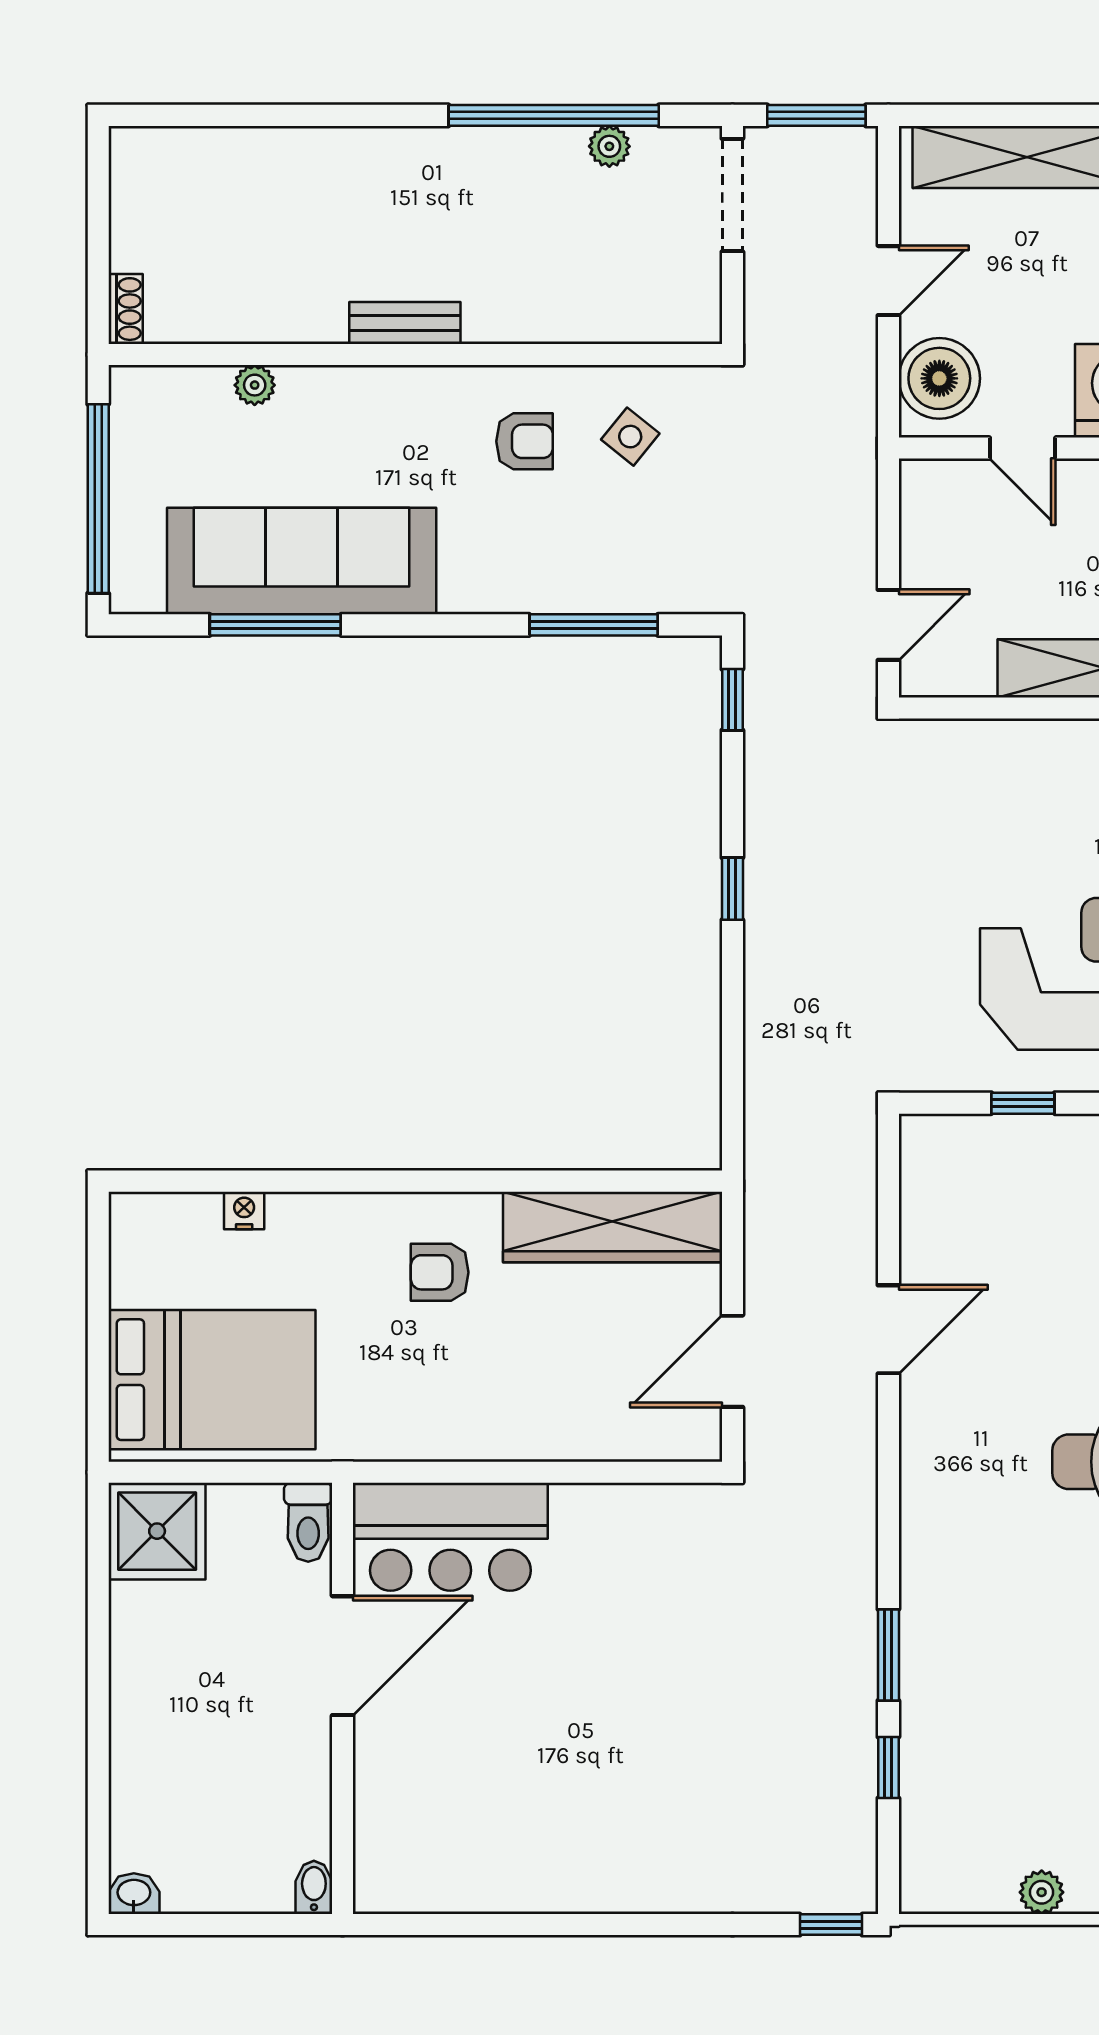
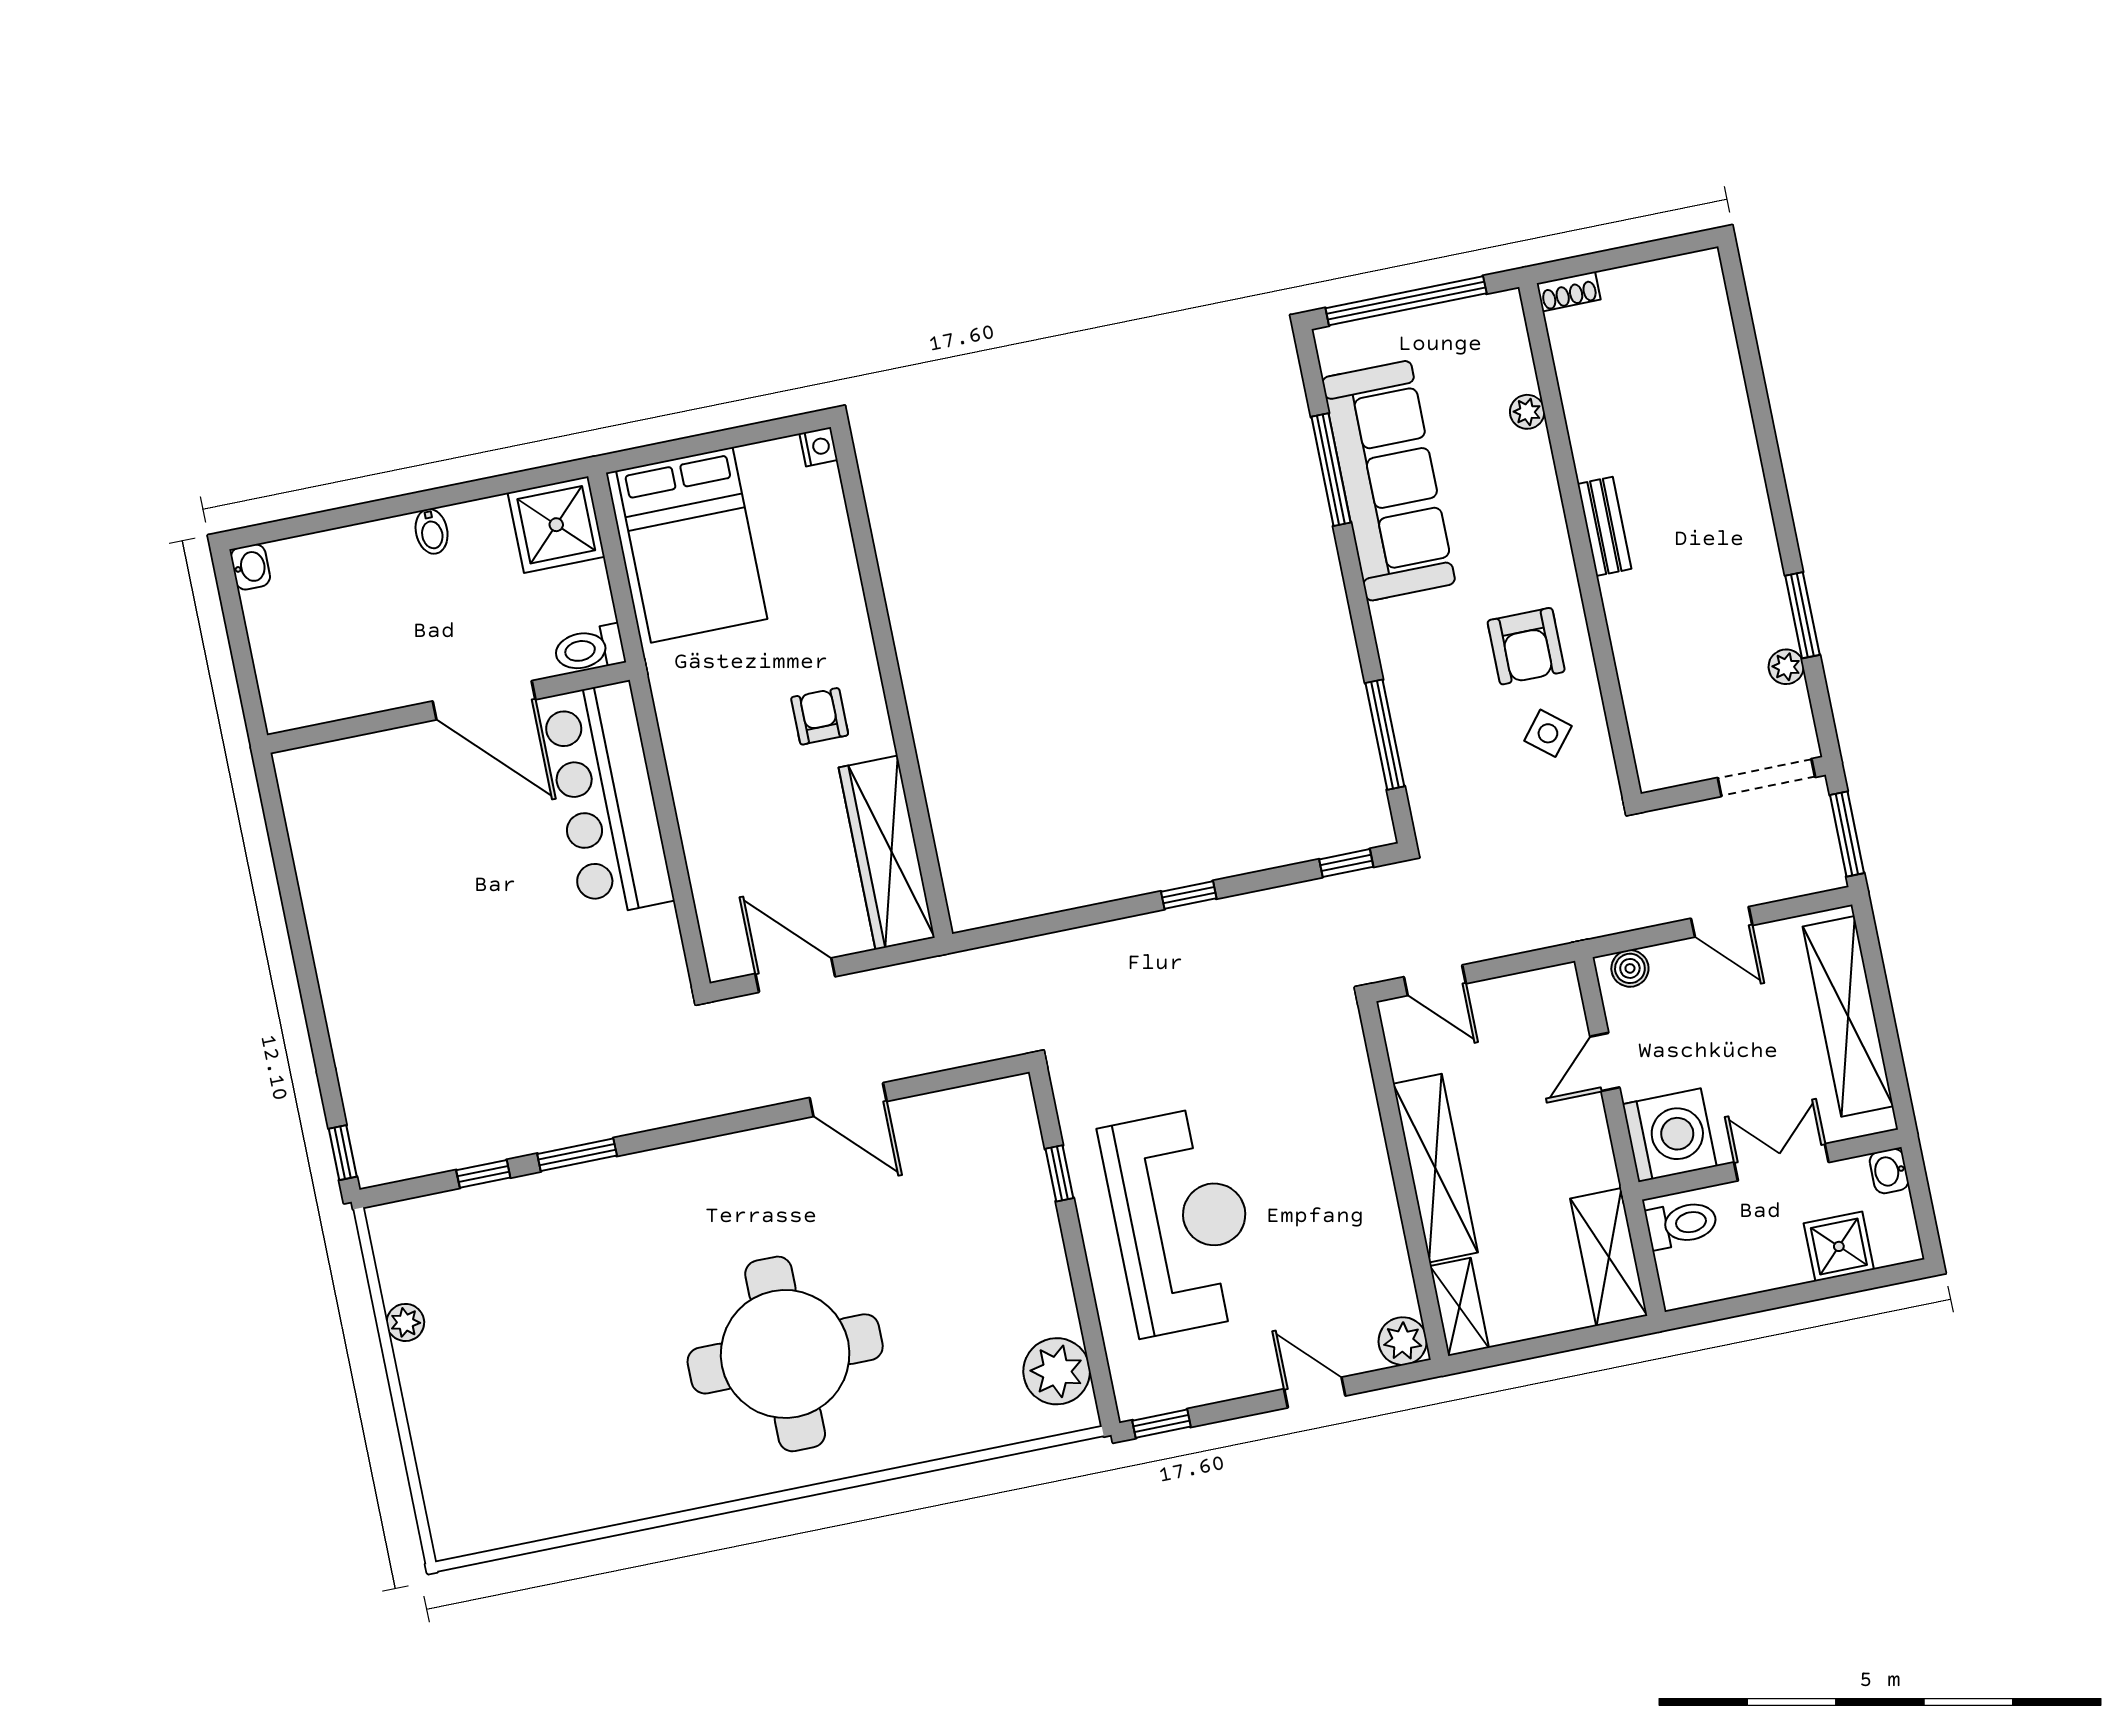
window: (554, 115) -> (1802, 615), width x0.47
boiler: (939, 378) -> (1630, 968), width x0.54, depth x0.54
armchair: (525, 441) -> (1526, 646), width x1.38, depth x1.38
nightstand: (244, 1210) -> (818, 447), moved
bar counter: (450, 1537) -> (607, 799), width x1.36
bidet: (314, 1887) -> (432, 531), moved, turned 90

